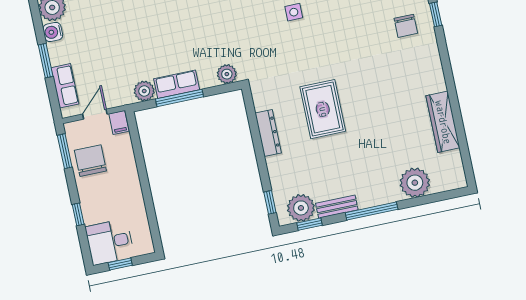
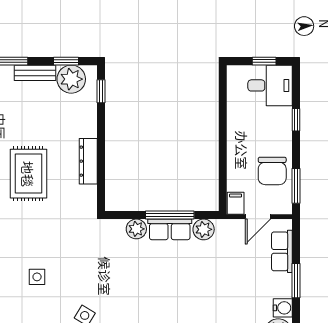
plant: (227, 74) -> (136, 229), moved

